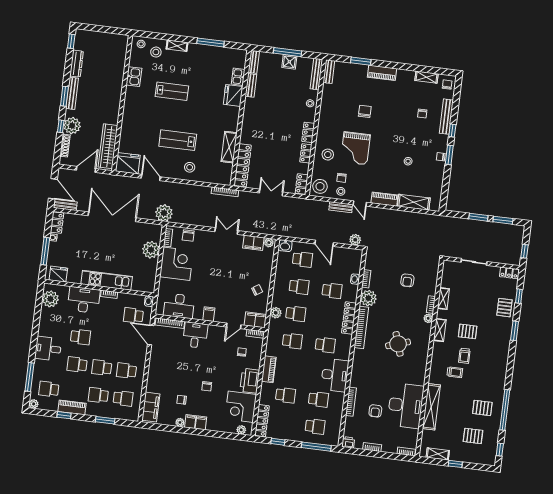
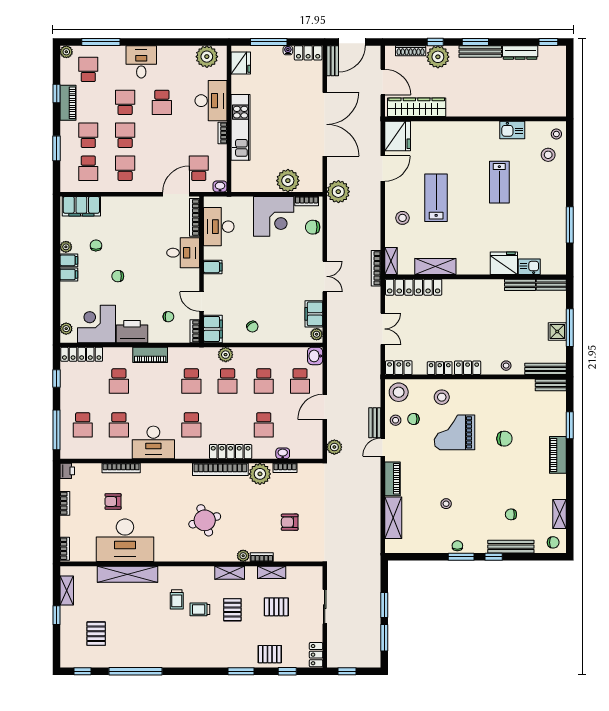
shelving: (177, 46) -> (391, 261), moved
pallet: (482, 408) -> (276, 607), moved, turned 90

